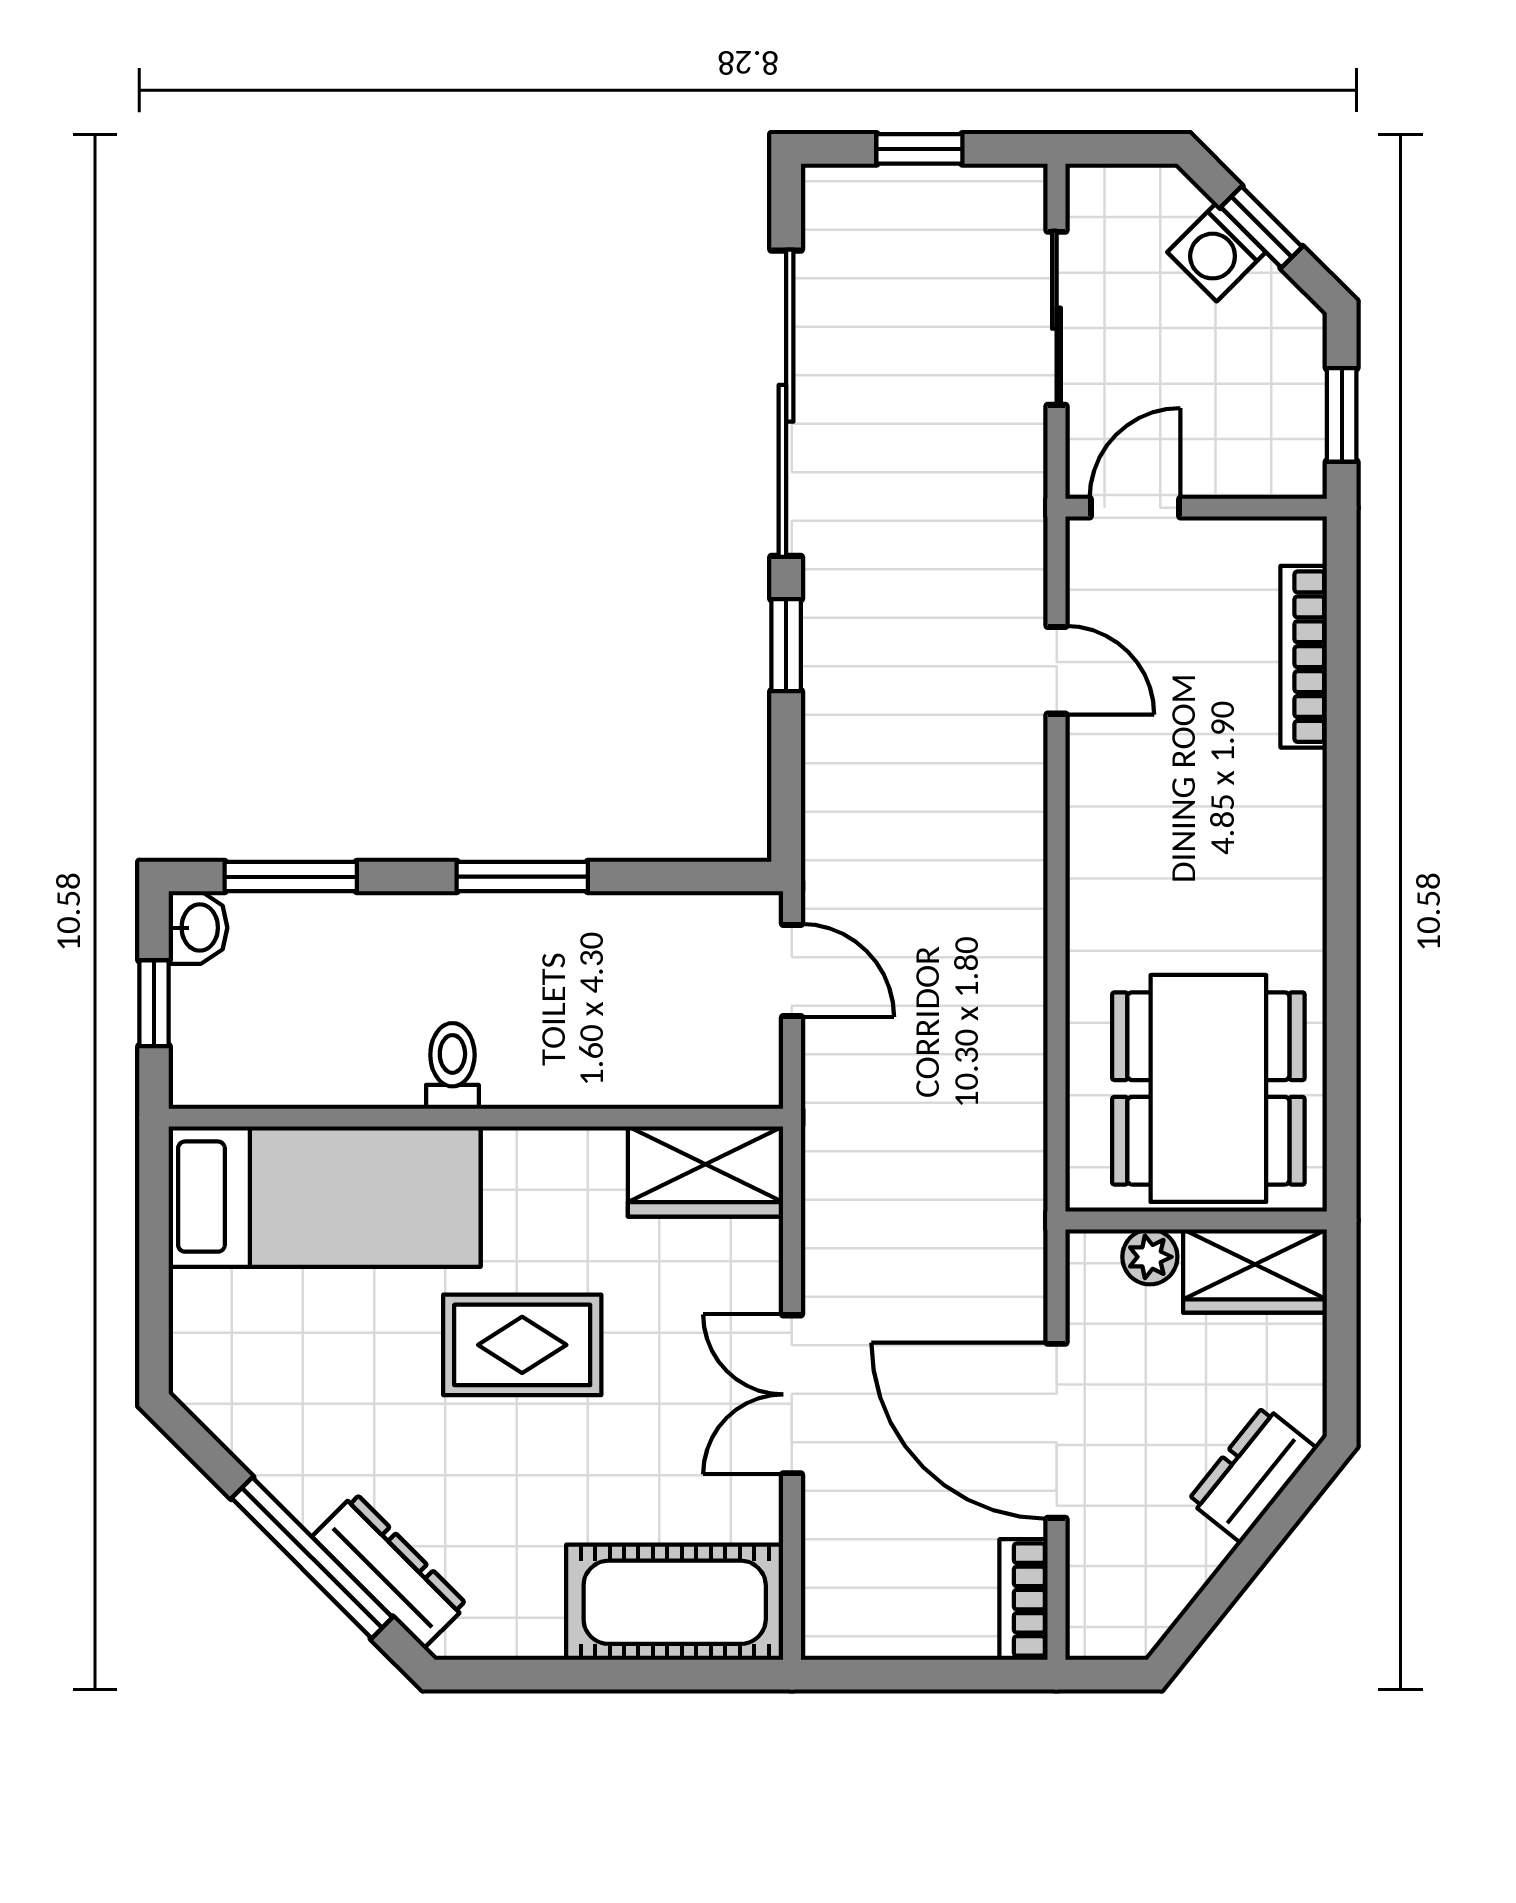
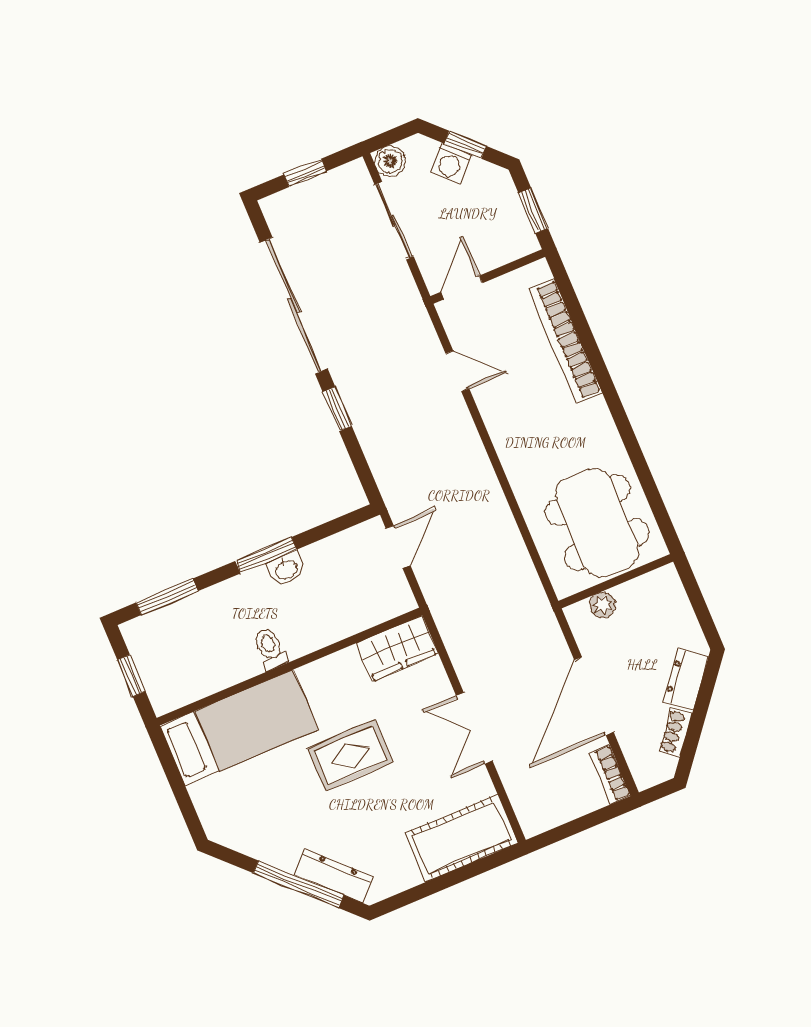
boiler: (1098, 197) -> (390, 161), added
bookcase: (1304, 657) -> (565, 341), width x1.48, depth x1.31
washbasin: (198, 928) -> (286, 569), moved, turned 90
door: (792, 970) -> (398, 547), hinge flipped
wardrobe: (1255, 1271) -> (650, 592), removed
door: (1057, 1431) -> (594, 696), hinge flipped
shoe rack: (1188, 1571) -> (676, 732), added

